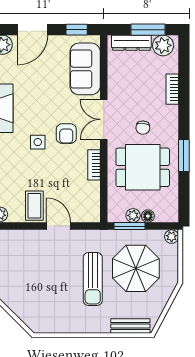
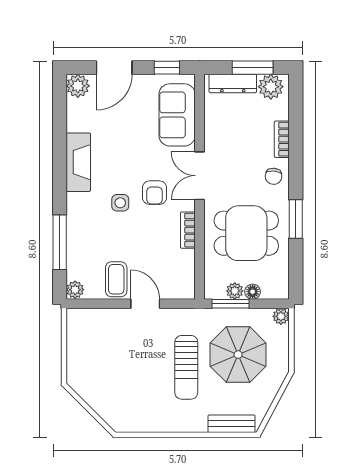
chair: (143, 128) -> (274, 176), moved

